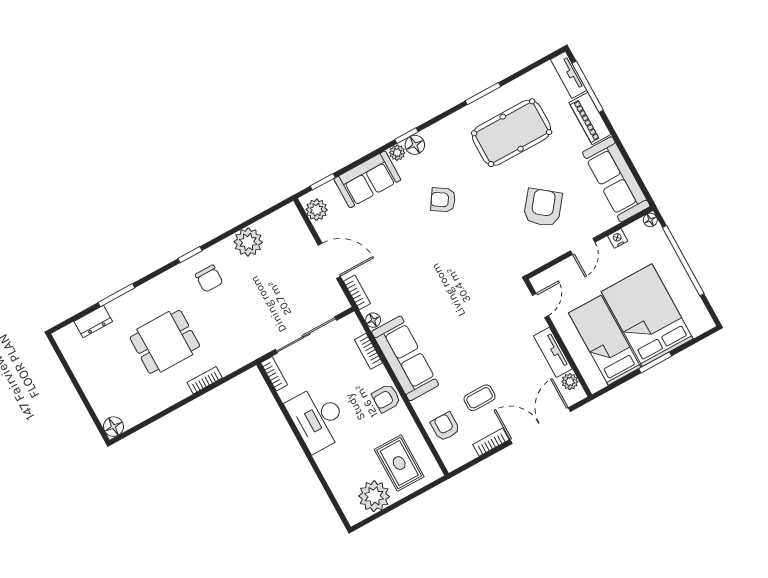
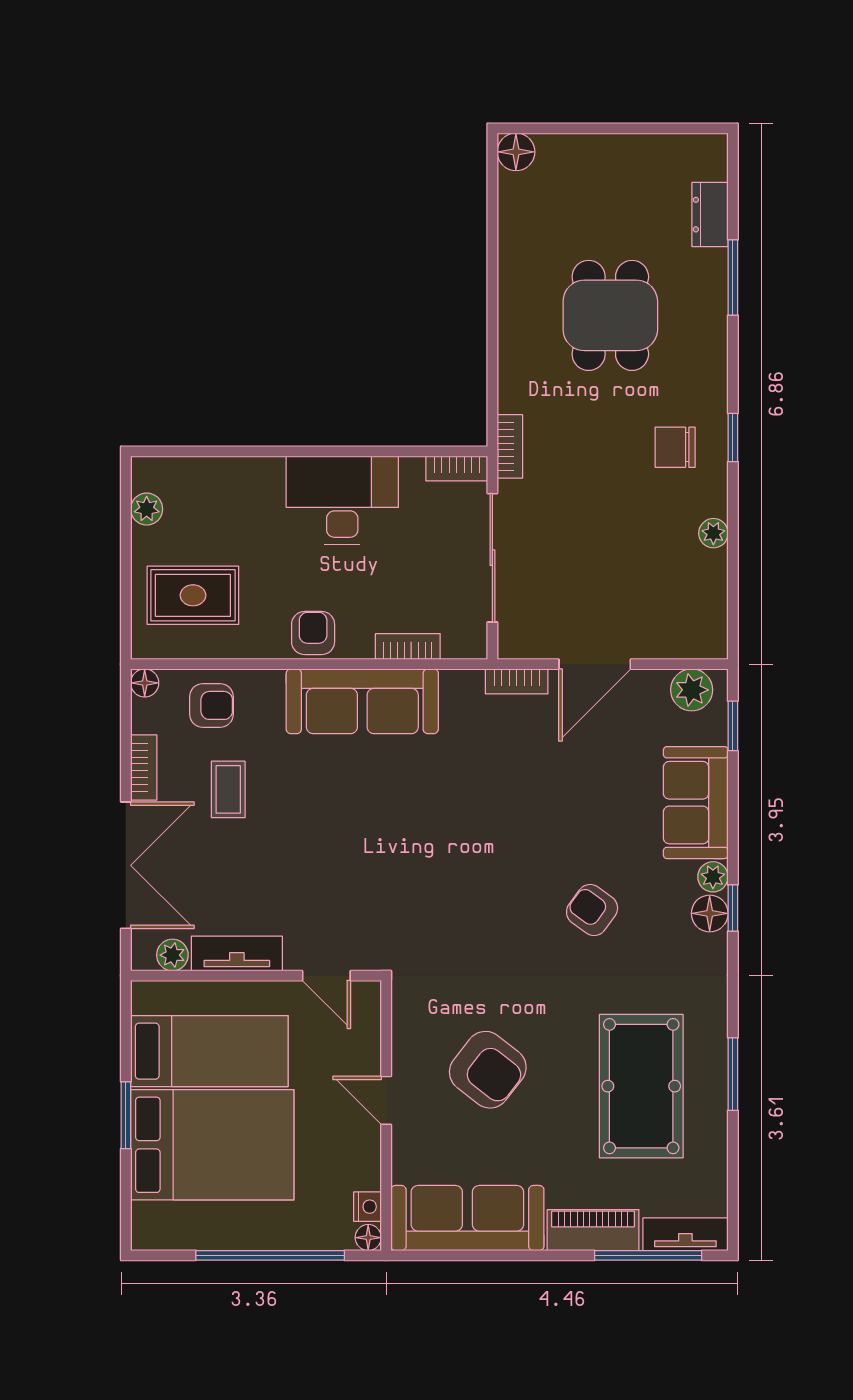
armchair: (443, 200) -> (592, 910), turned -87
nightstand: (618, 238) -> (367, 1207), moved
plant: (248, 242) -> (713, 533), width x0.53, depth x0.53
floor lamp: (373, 320) -> (145, 683), moved
bookcase: (205, 380) -> (510, 446), moved
plant: (374, 496) -> (147, 509), width x0.53, depth x0.53

